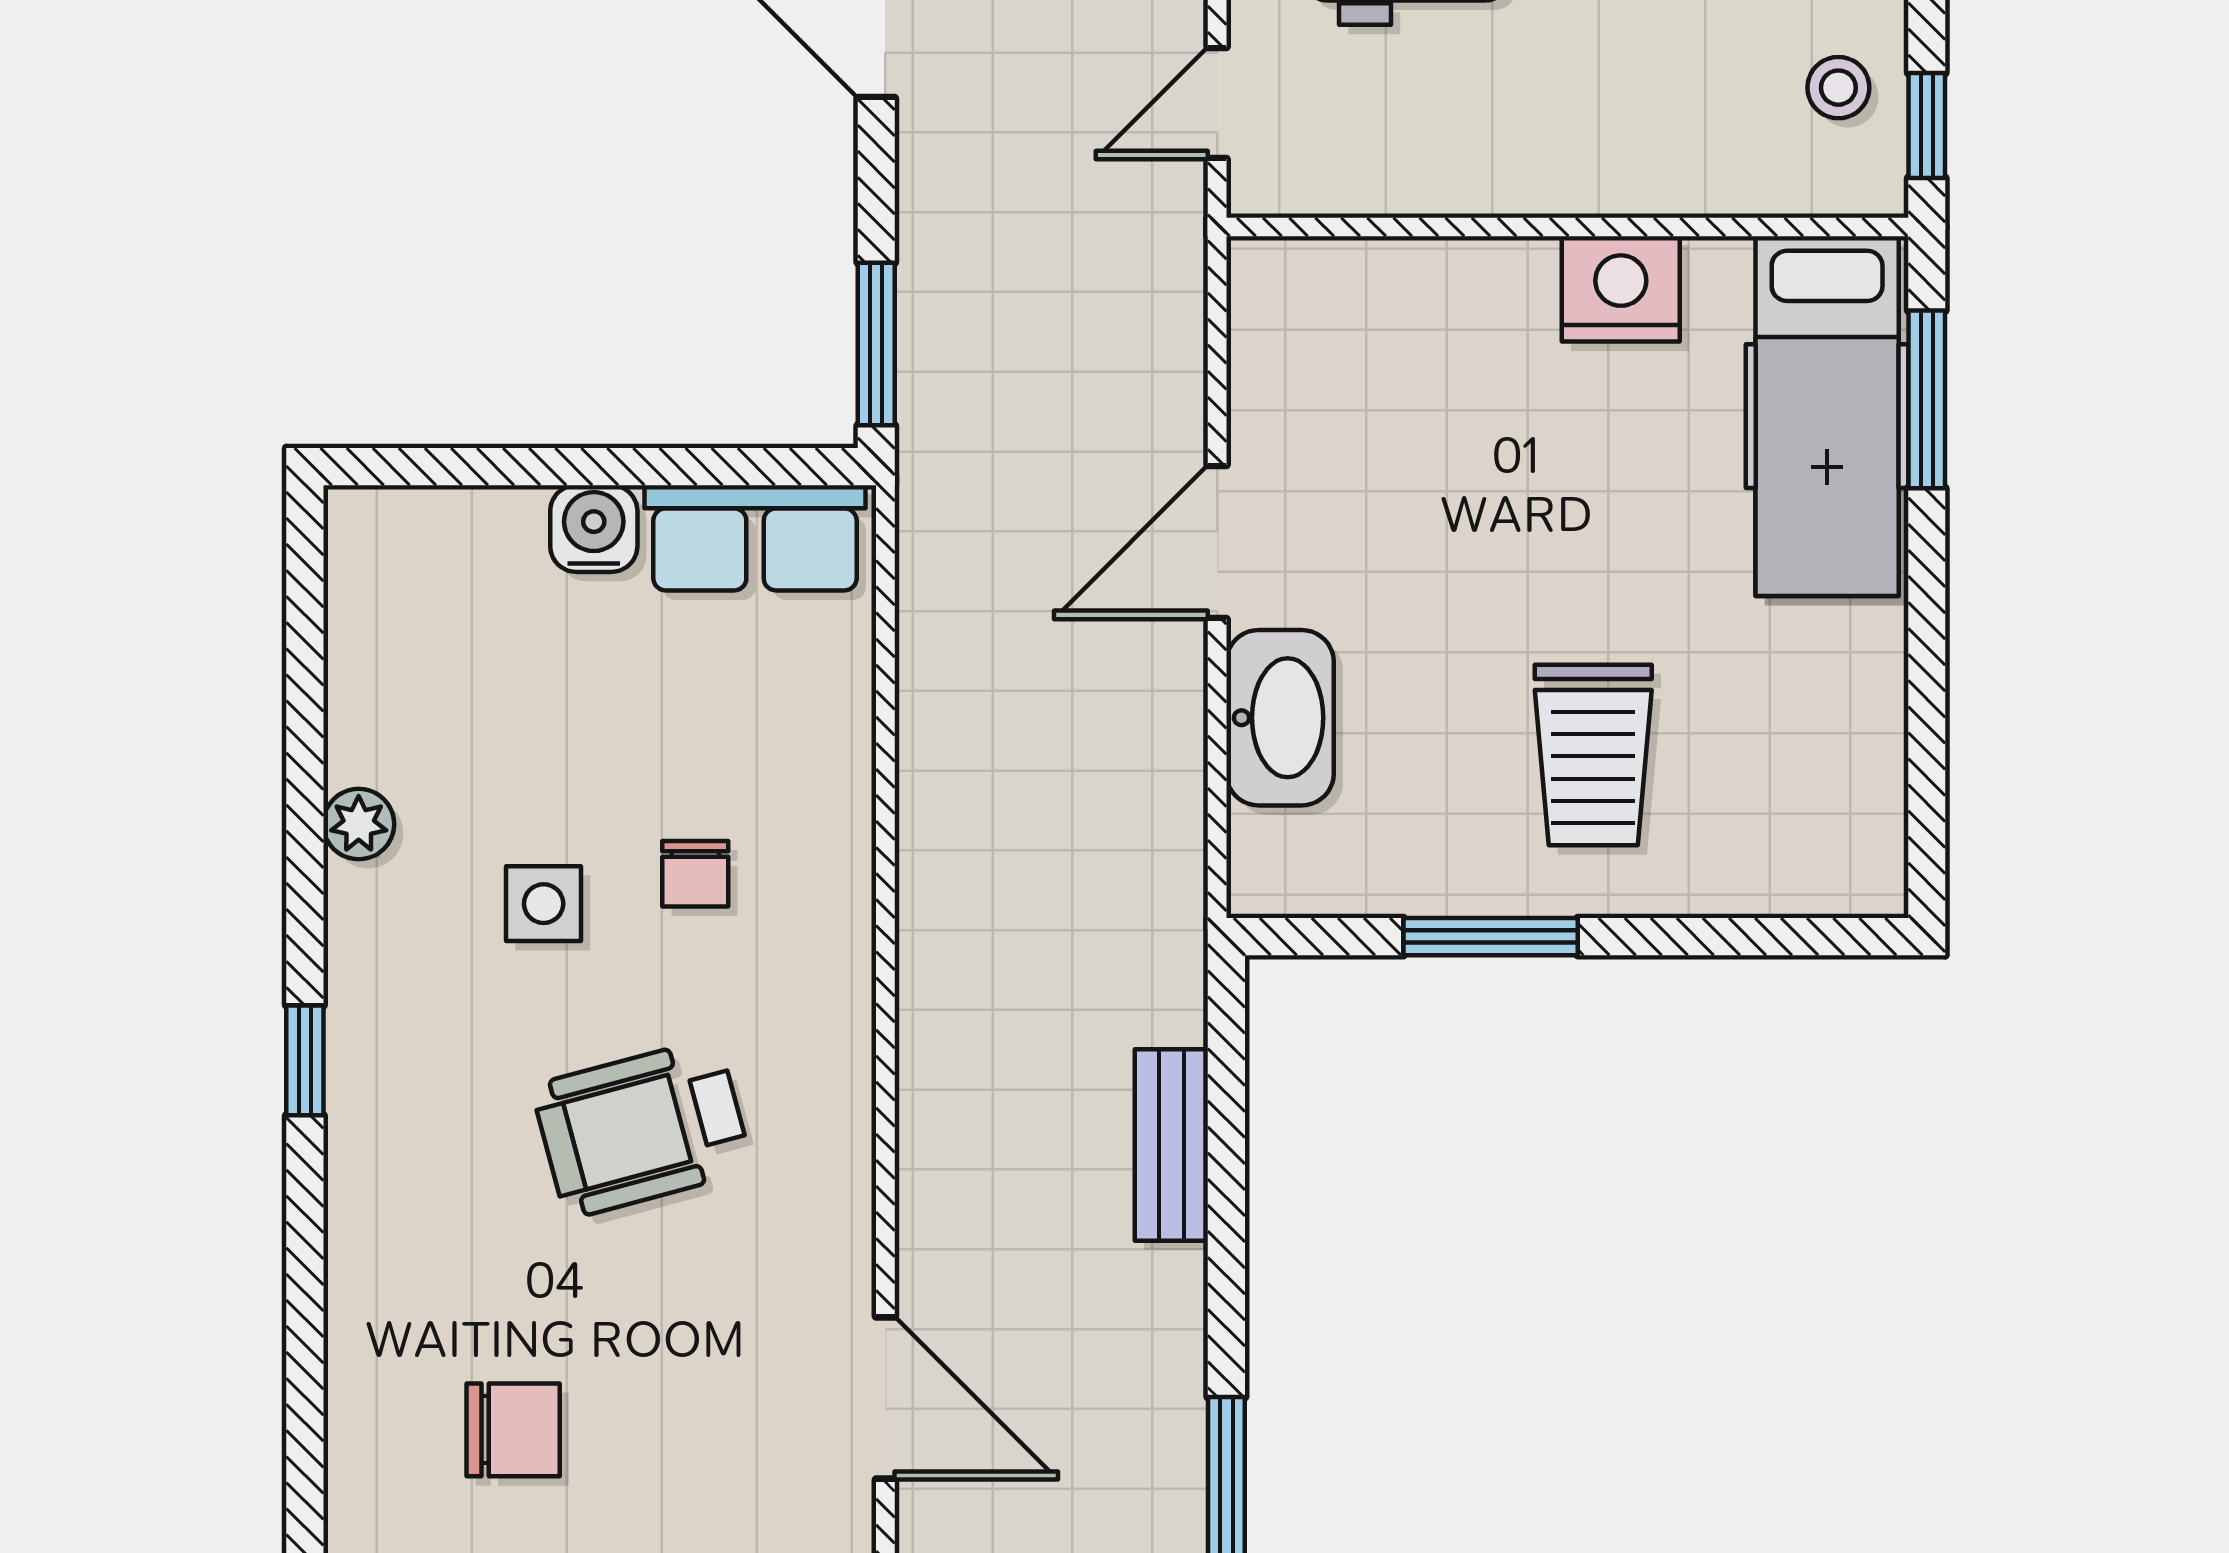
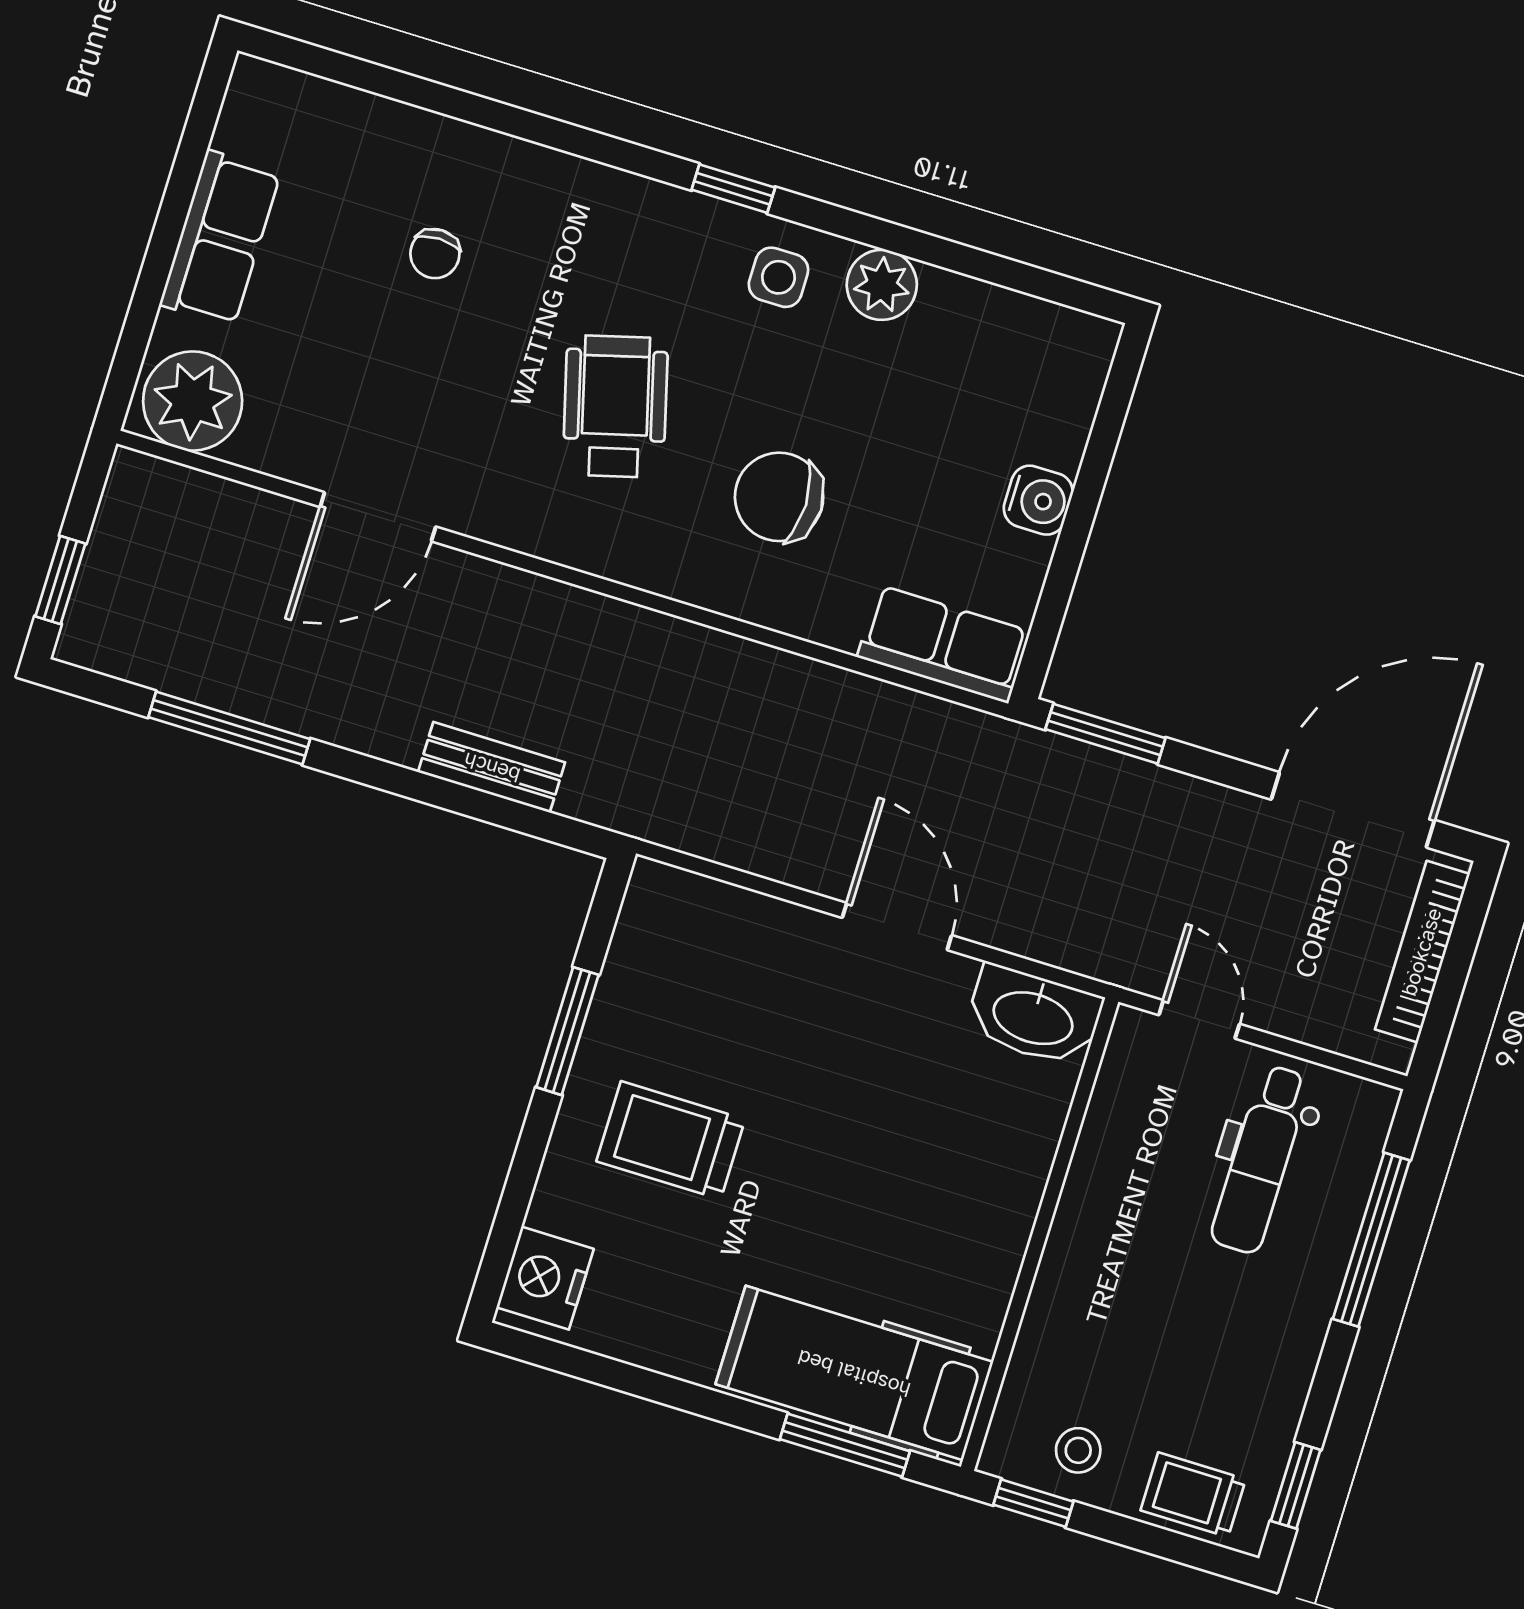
nightstand: (1621, 289) -> (545, 1278), moved, turned 180
row of seats: (755, 538) -> (944, 644), moved, turned 90
washbasin: (1280, 718) -> (1034, 1016), moved
plant: (359, 824) -> (882, 285), width x1.38, depth x1.38
chair: (695, 874) -> (779, 497), width x1.87, depth x1.87
side table: (544, 904) -> (778, 277), moved
chair: (513, 1430) -> (435, 254), width x0.73, depth x0.73

